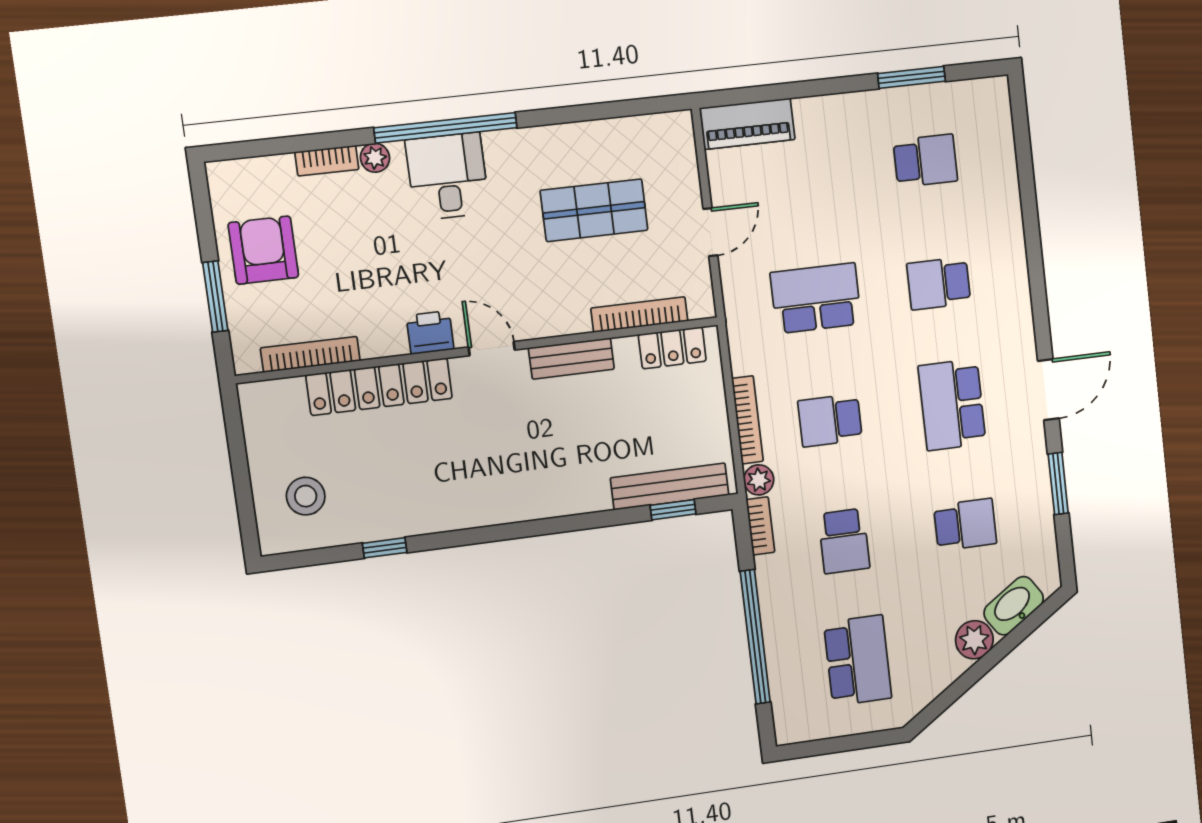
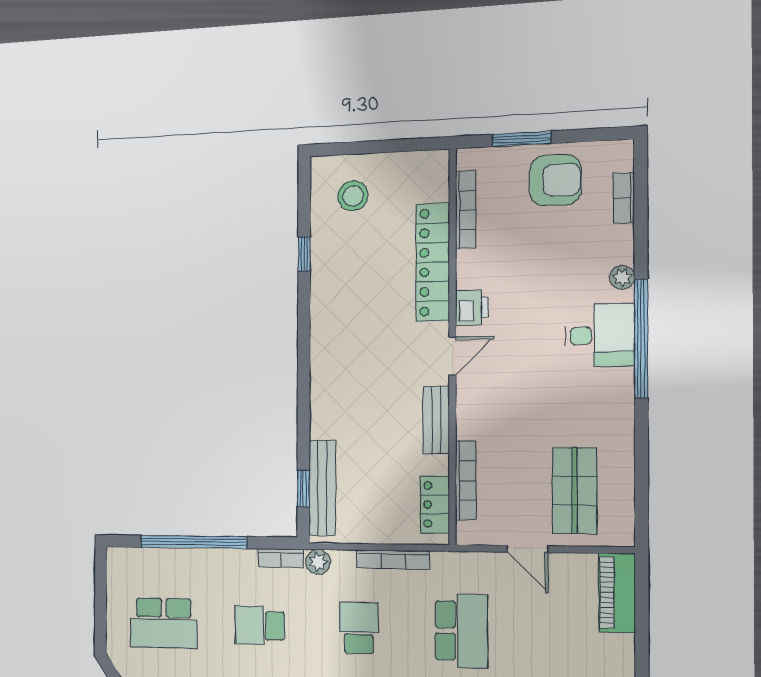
bookcase: (327, 161) -> (624, 198), moved
shop shelf: (594, 210) -> (575, 491), moved
bookcase: (748, 420) -> (393, 560), moved

